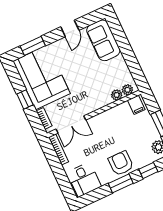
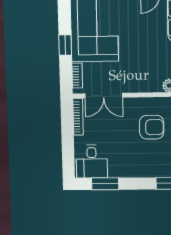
armchair: (121, 163) -> (152, 127), moved, turned 90
window: (121, 183) -> (105, 184), moved

